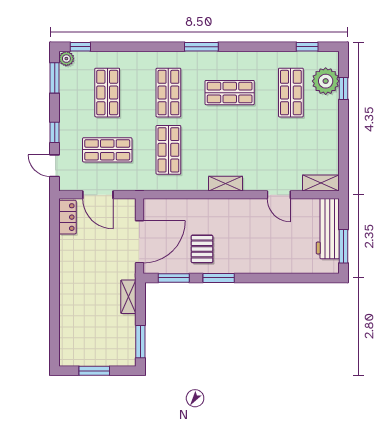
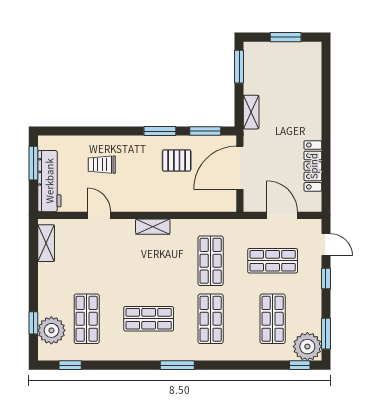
plant: (66, 59) -> (307, 347), width x1.88, depth x1.88
shelving: (321, 183) -> (46, 243), moved, turned 90
locker: (67, 217) -> (313, 166), moved, width x1.53
trolley: (276, 245) -> (102, 165), added
pallet: (202, 249) -> (177, 160), turned 90

